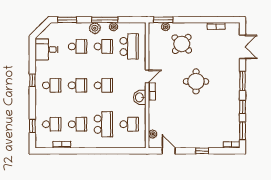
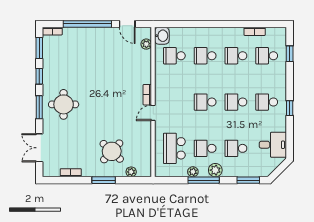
window: (163, 20) -> (104, 180), moved
round table: (196, 81) -> (64, 104), moved
washbasin: (140, 97) -> (162, 36), moved
school desk: (103, 124) -> (205, 56), width x0.54
window: (202, 151) -> (87, 24), width x3.17

